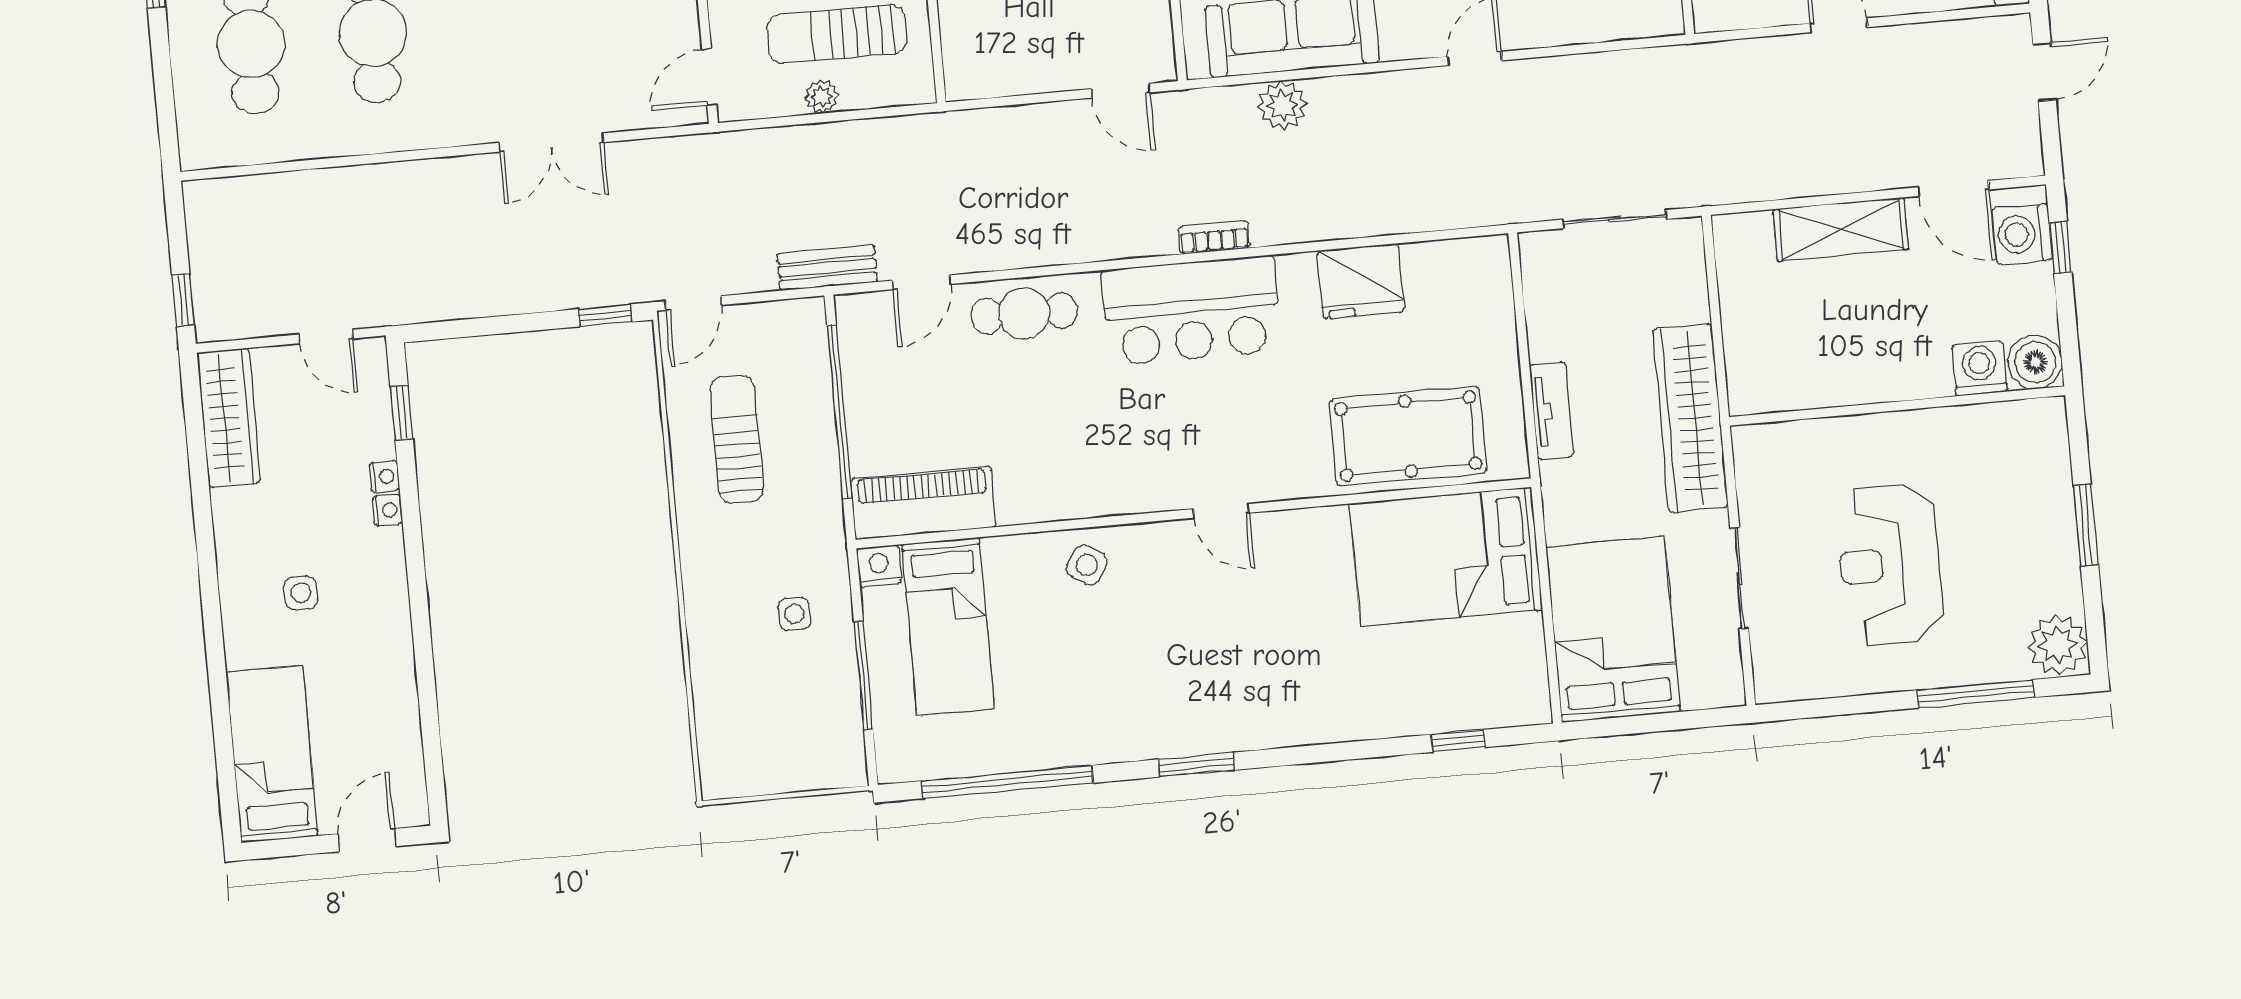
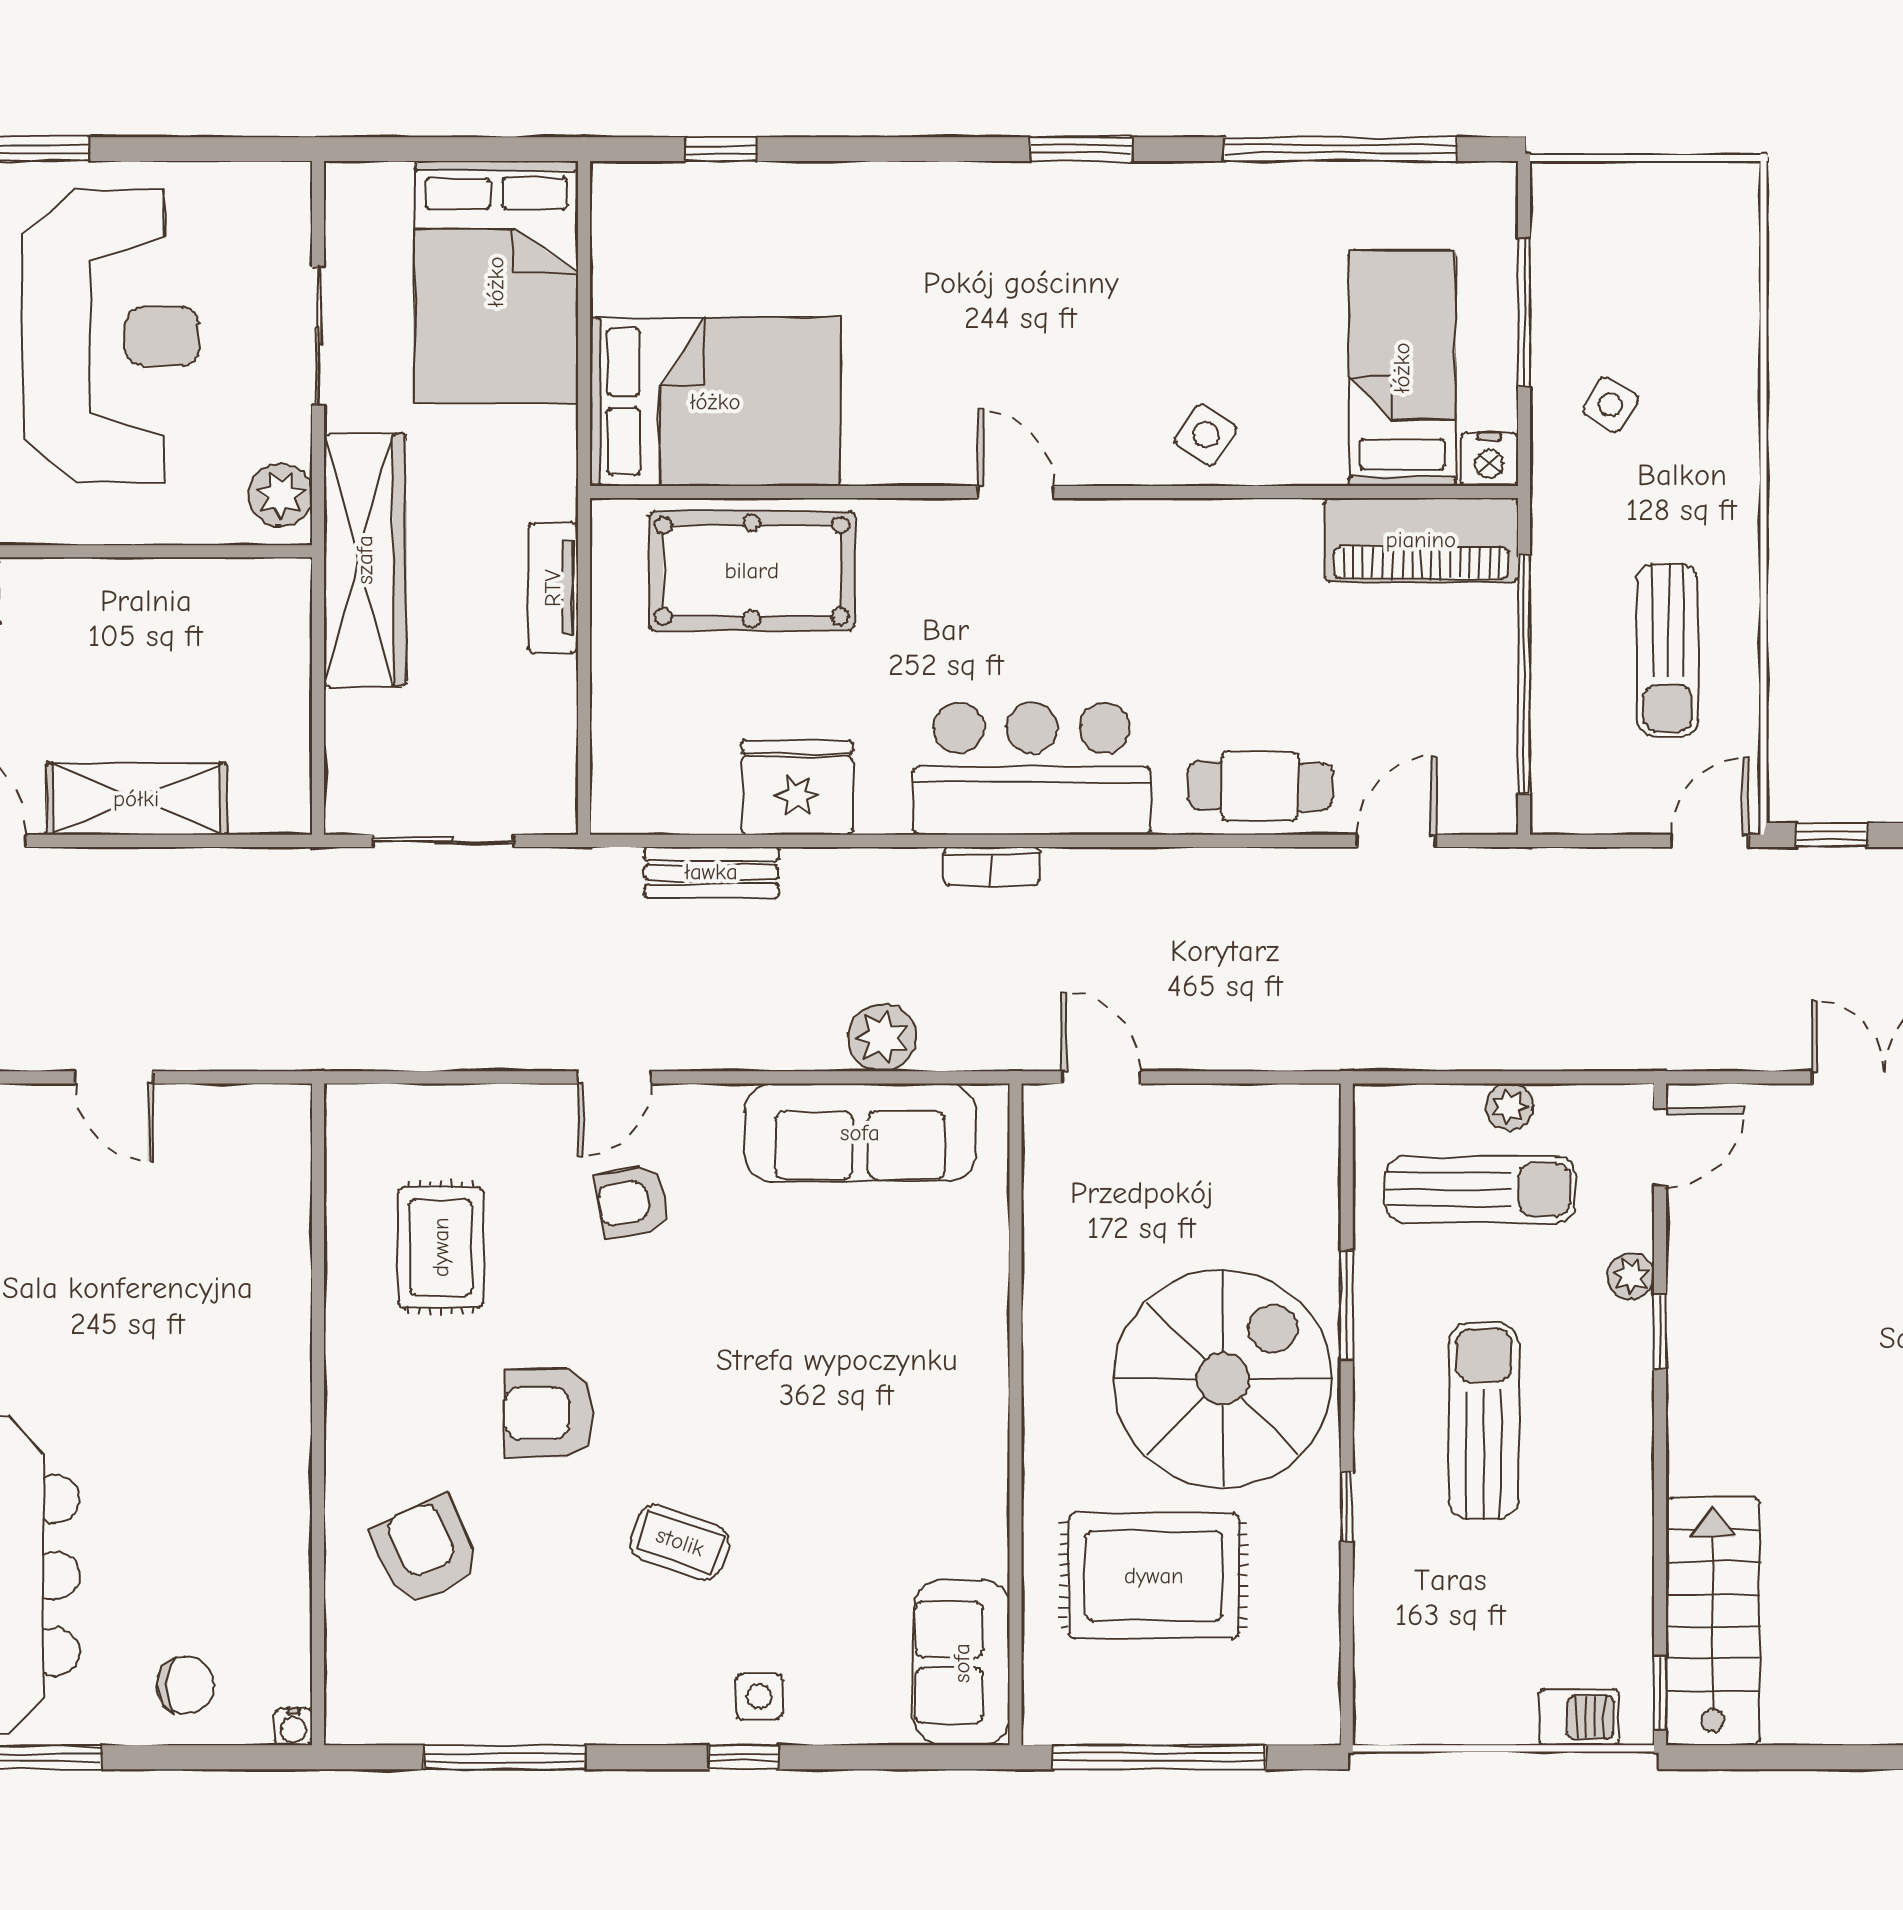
bench: (827, 268) -> (711, 872), moved
plant: (1756, 460) -> (280, 495), added
reception desk: (1890, 564) -> (111, 336), width x1.36, depth x1.30
side table: (794, 614) -> (1611, 405), turned 32

